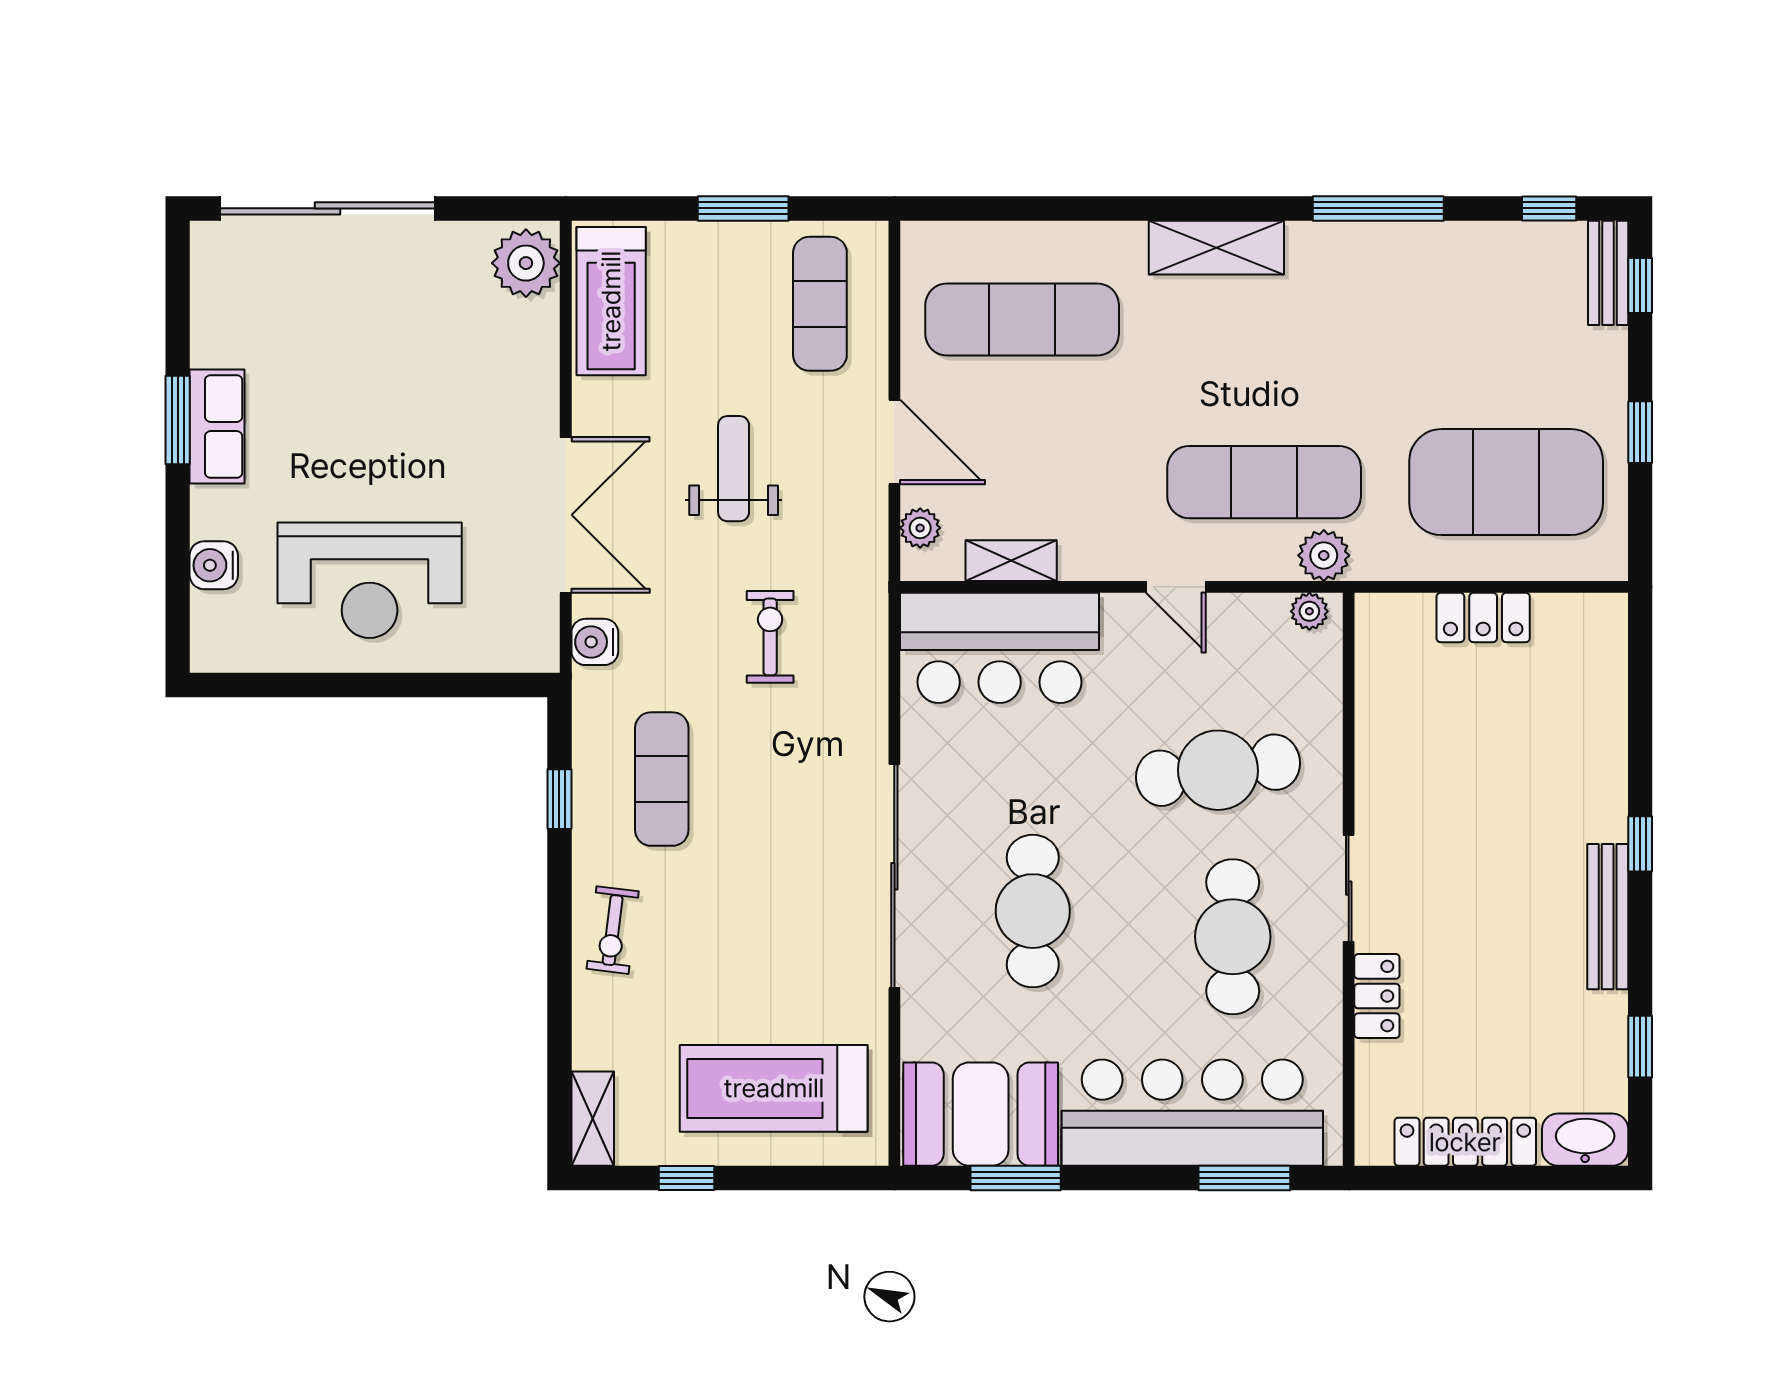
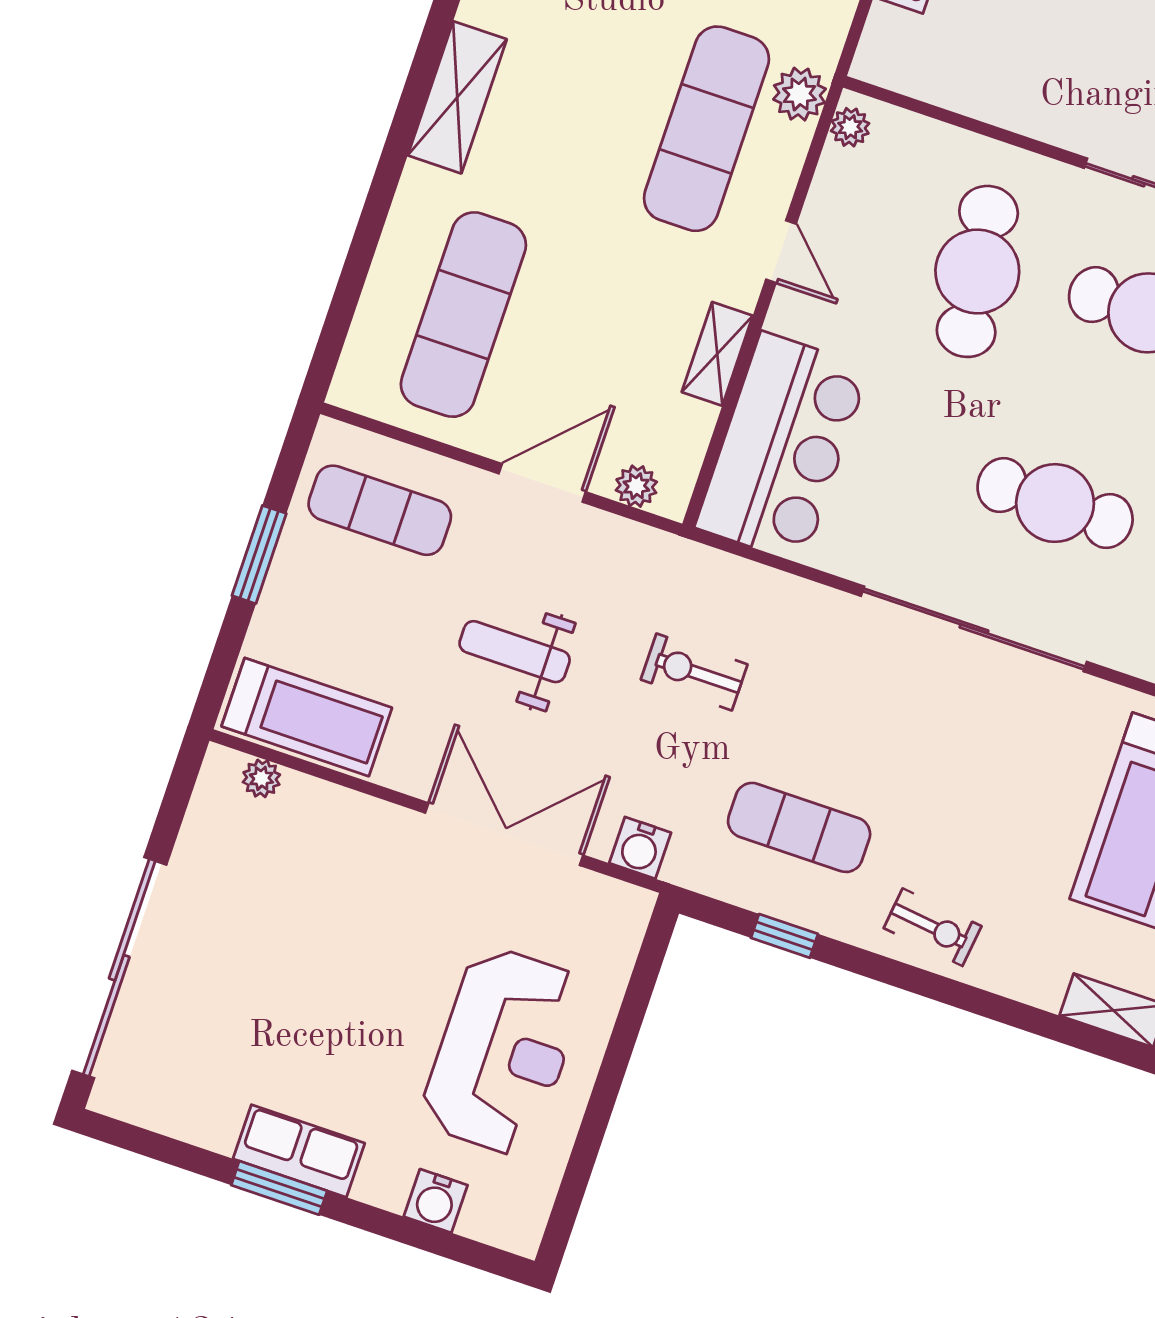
plant: (526, 263) -> (261, 778), width x0.53, depth x0.53
shelving: (1011, 561) -> (717, 354), moved
door: (1176, 587) -> (781, 252), hinge flipped

